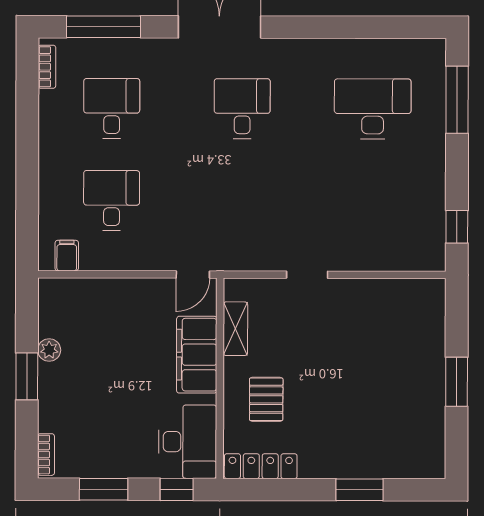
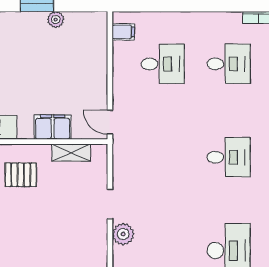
plant: (349, 256) -> (123, 234), added
filing cabinet: (197, 355) -> (53, 127), width x0.67, depth x0.86

